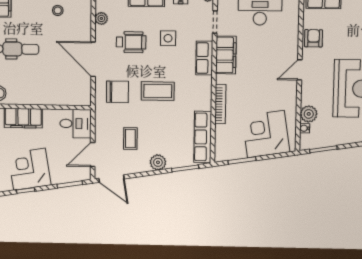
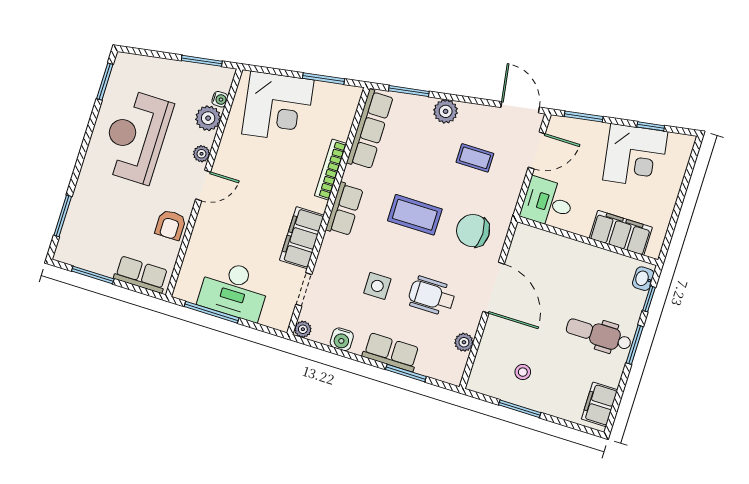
row of seats: (204, 58) -> (344, 209), moved
plant: (306, 90) -> (202, 154), added
coffee table: (130, 138) -> (475, 158), turned 90

